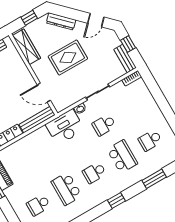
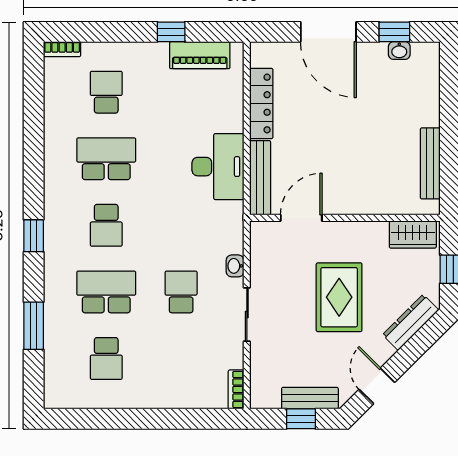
wardrobe: (26, 47) -> (413, 234), width x0.67
bench: (125, 59) -> (310, 398), moved
desk: (65, 127) -> (218, 167), moved
school desk: (150, 140) -> (106, 358), turned 180
school desk: (122, 156) -> (106, 292), turned 180
school desk: (94, 173) -> (106, 225), turned 180

